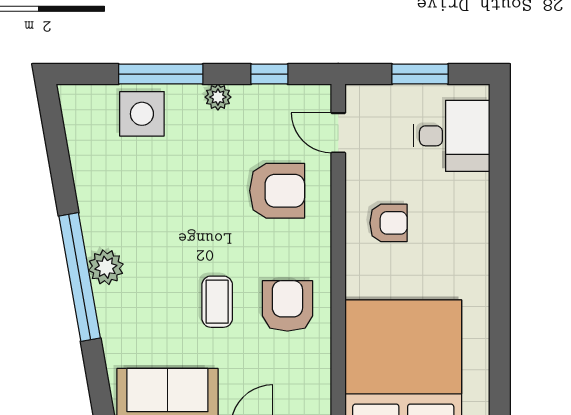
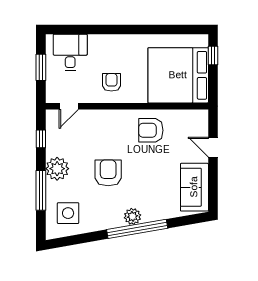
plant: (218, 97) -> (57, 169), width x1.88, depth x1.88
side table: (142, 114) -> (68, 213), moved
armchair: (277, 191) -> (108, 173), moved
coffee table: (217, 302) -> (149, 164), removed

